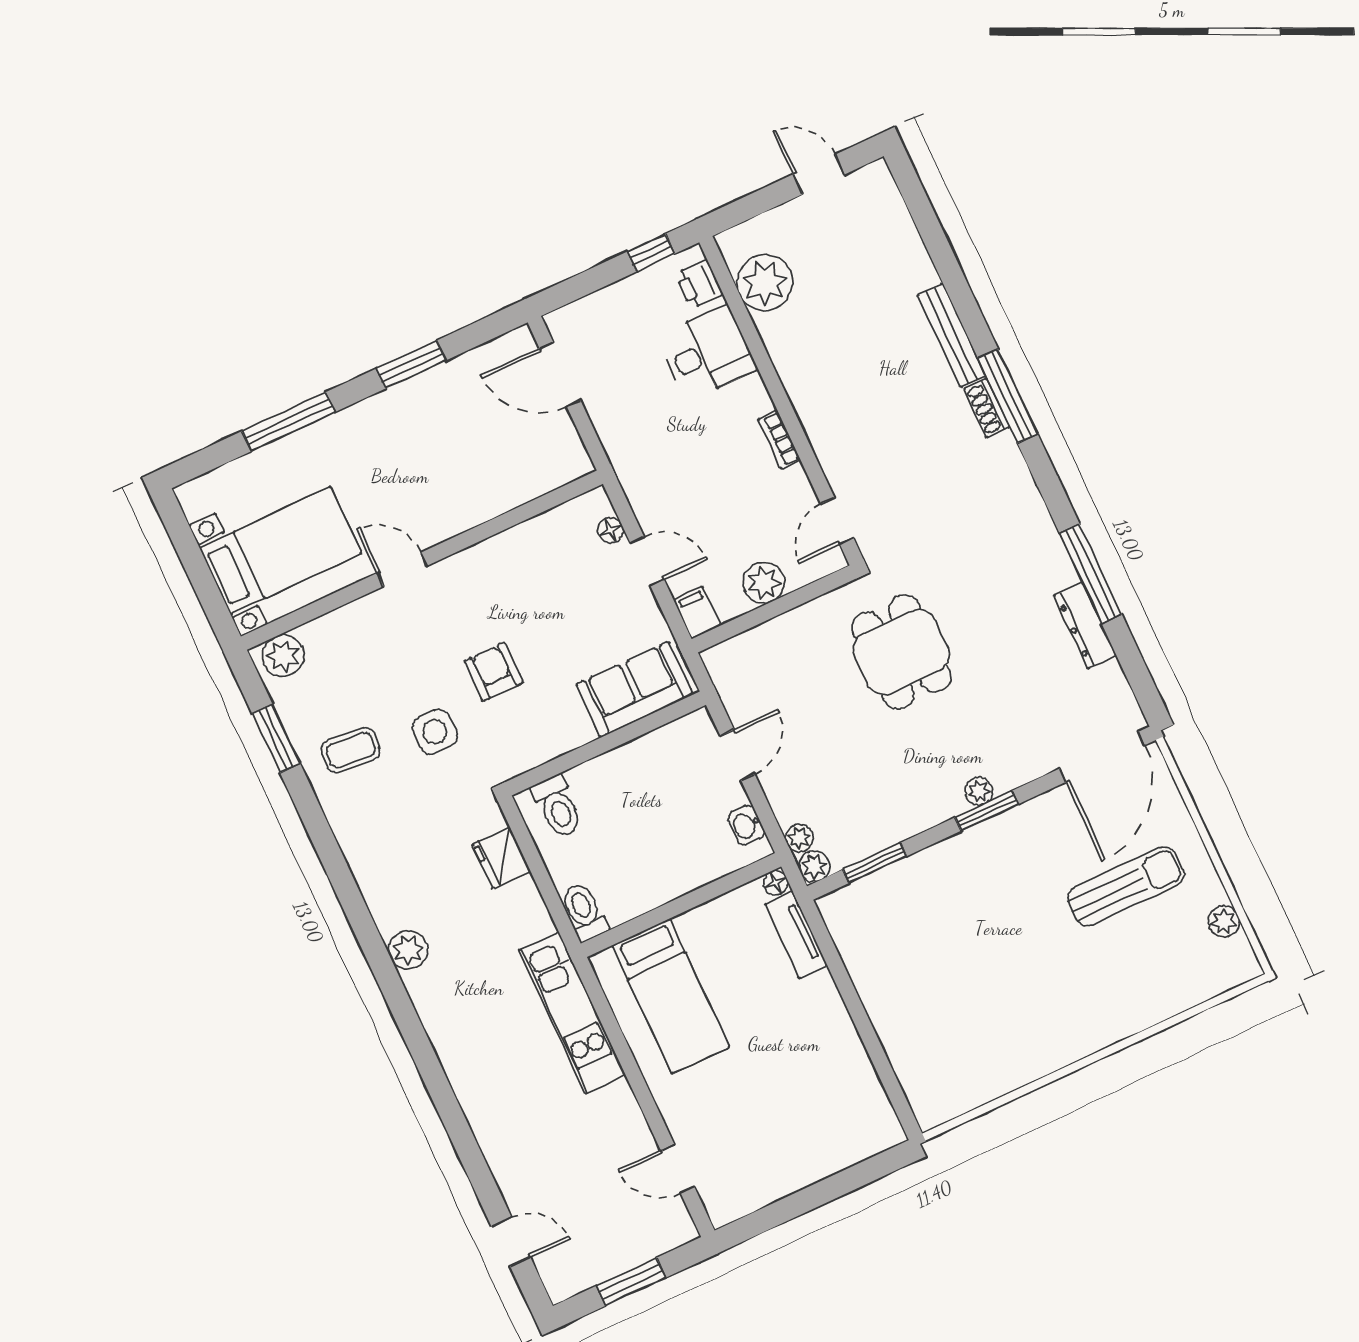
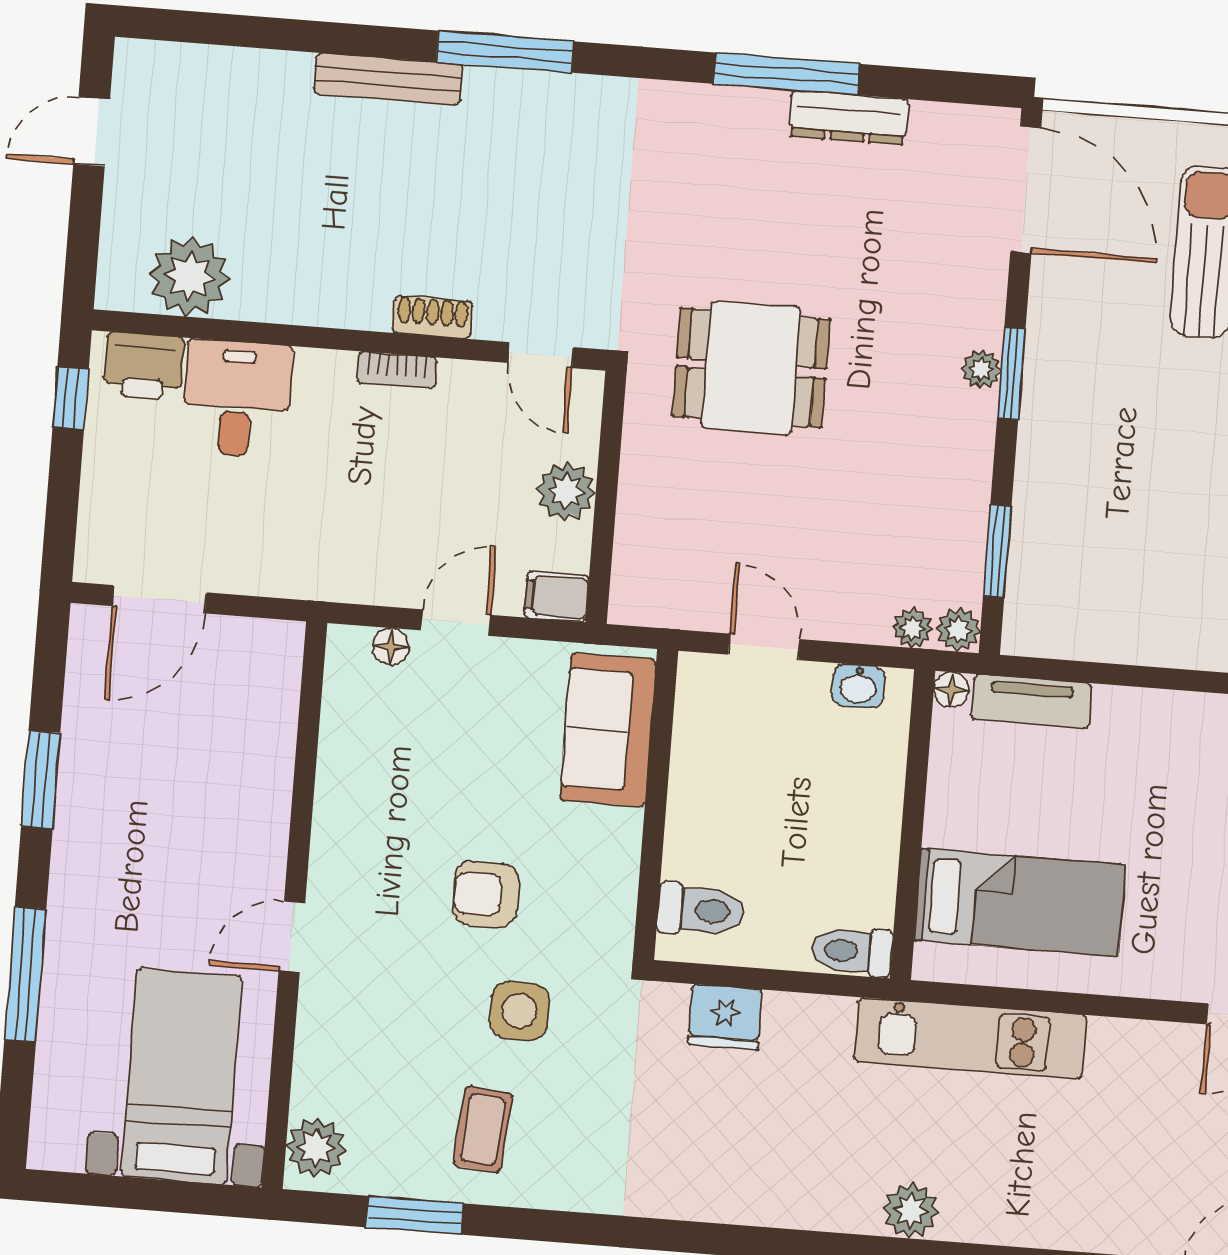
printer: (699, 284) -> (144, 366), width x1.36, depth x1.24
shoe rack: (987, 408) -> (432, 317), moved, turned 180
plant: (408, 950) -> (911, 1211), moved

